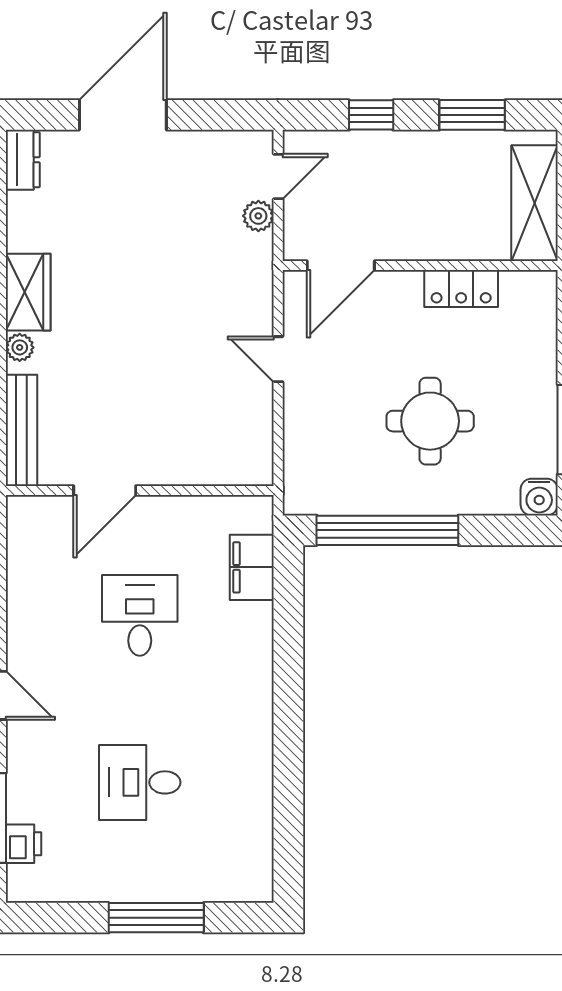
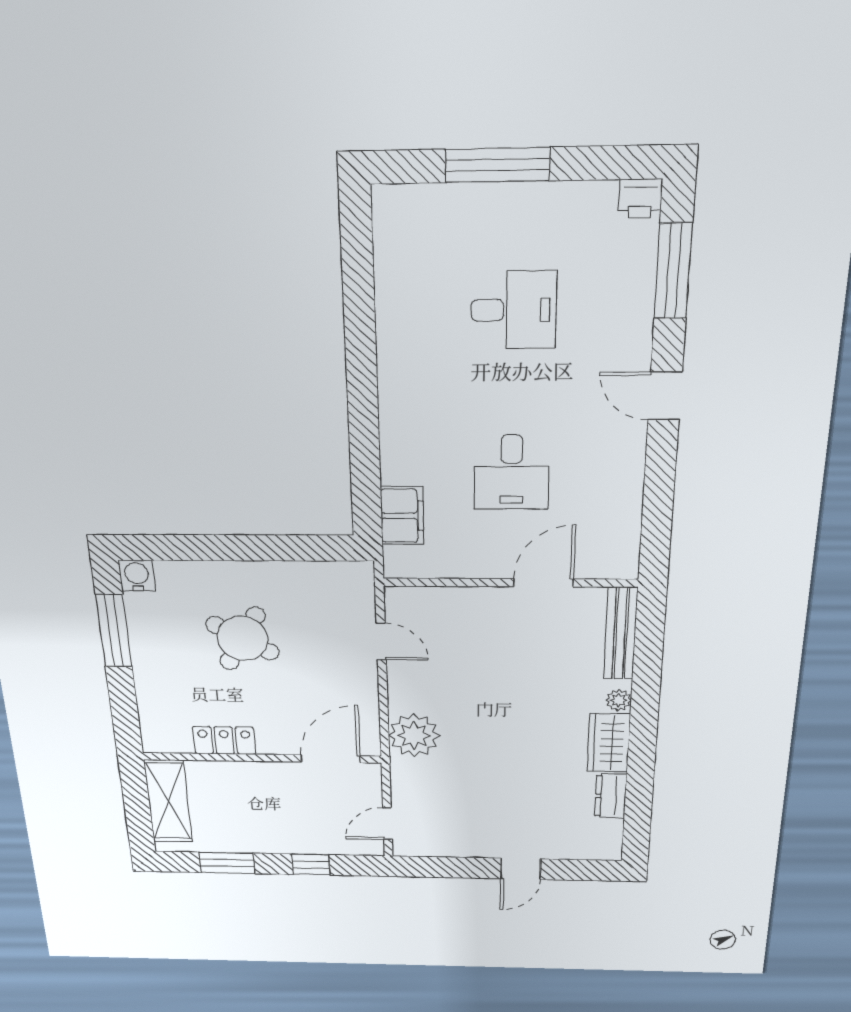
door: (123, 115) -> (521, 869), width x0.53
dresser: (23, 160) -> (611, 796), moved
plant: (258, 216) -> (414, 735), moved, width x1.88, depth x1.88
door: (278, 359) -> (381, 641), moved
round table: (430, 421) -> (243, 638), turned 30
window: (387, 530) -> (275, 548), removed
printer: (23, 844) -> (640, 199), moved, turned -90

